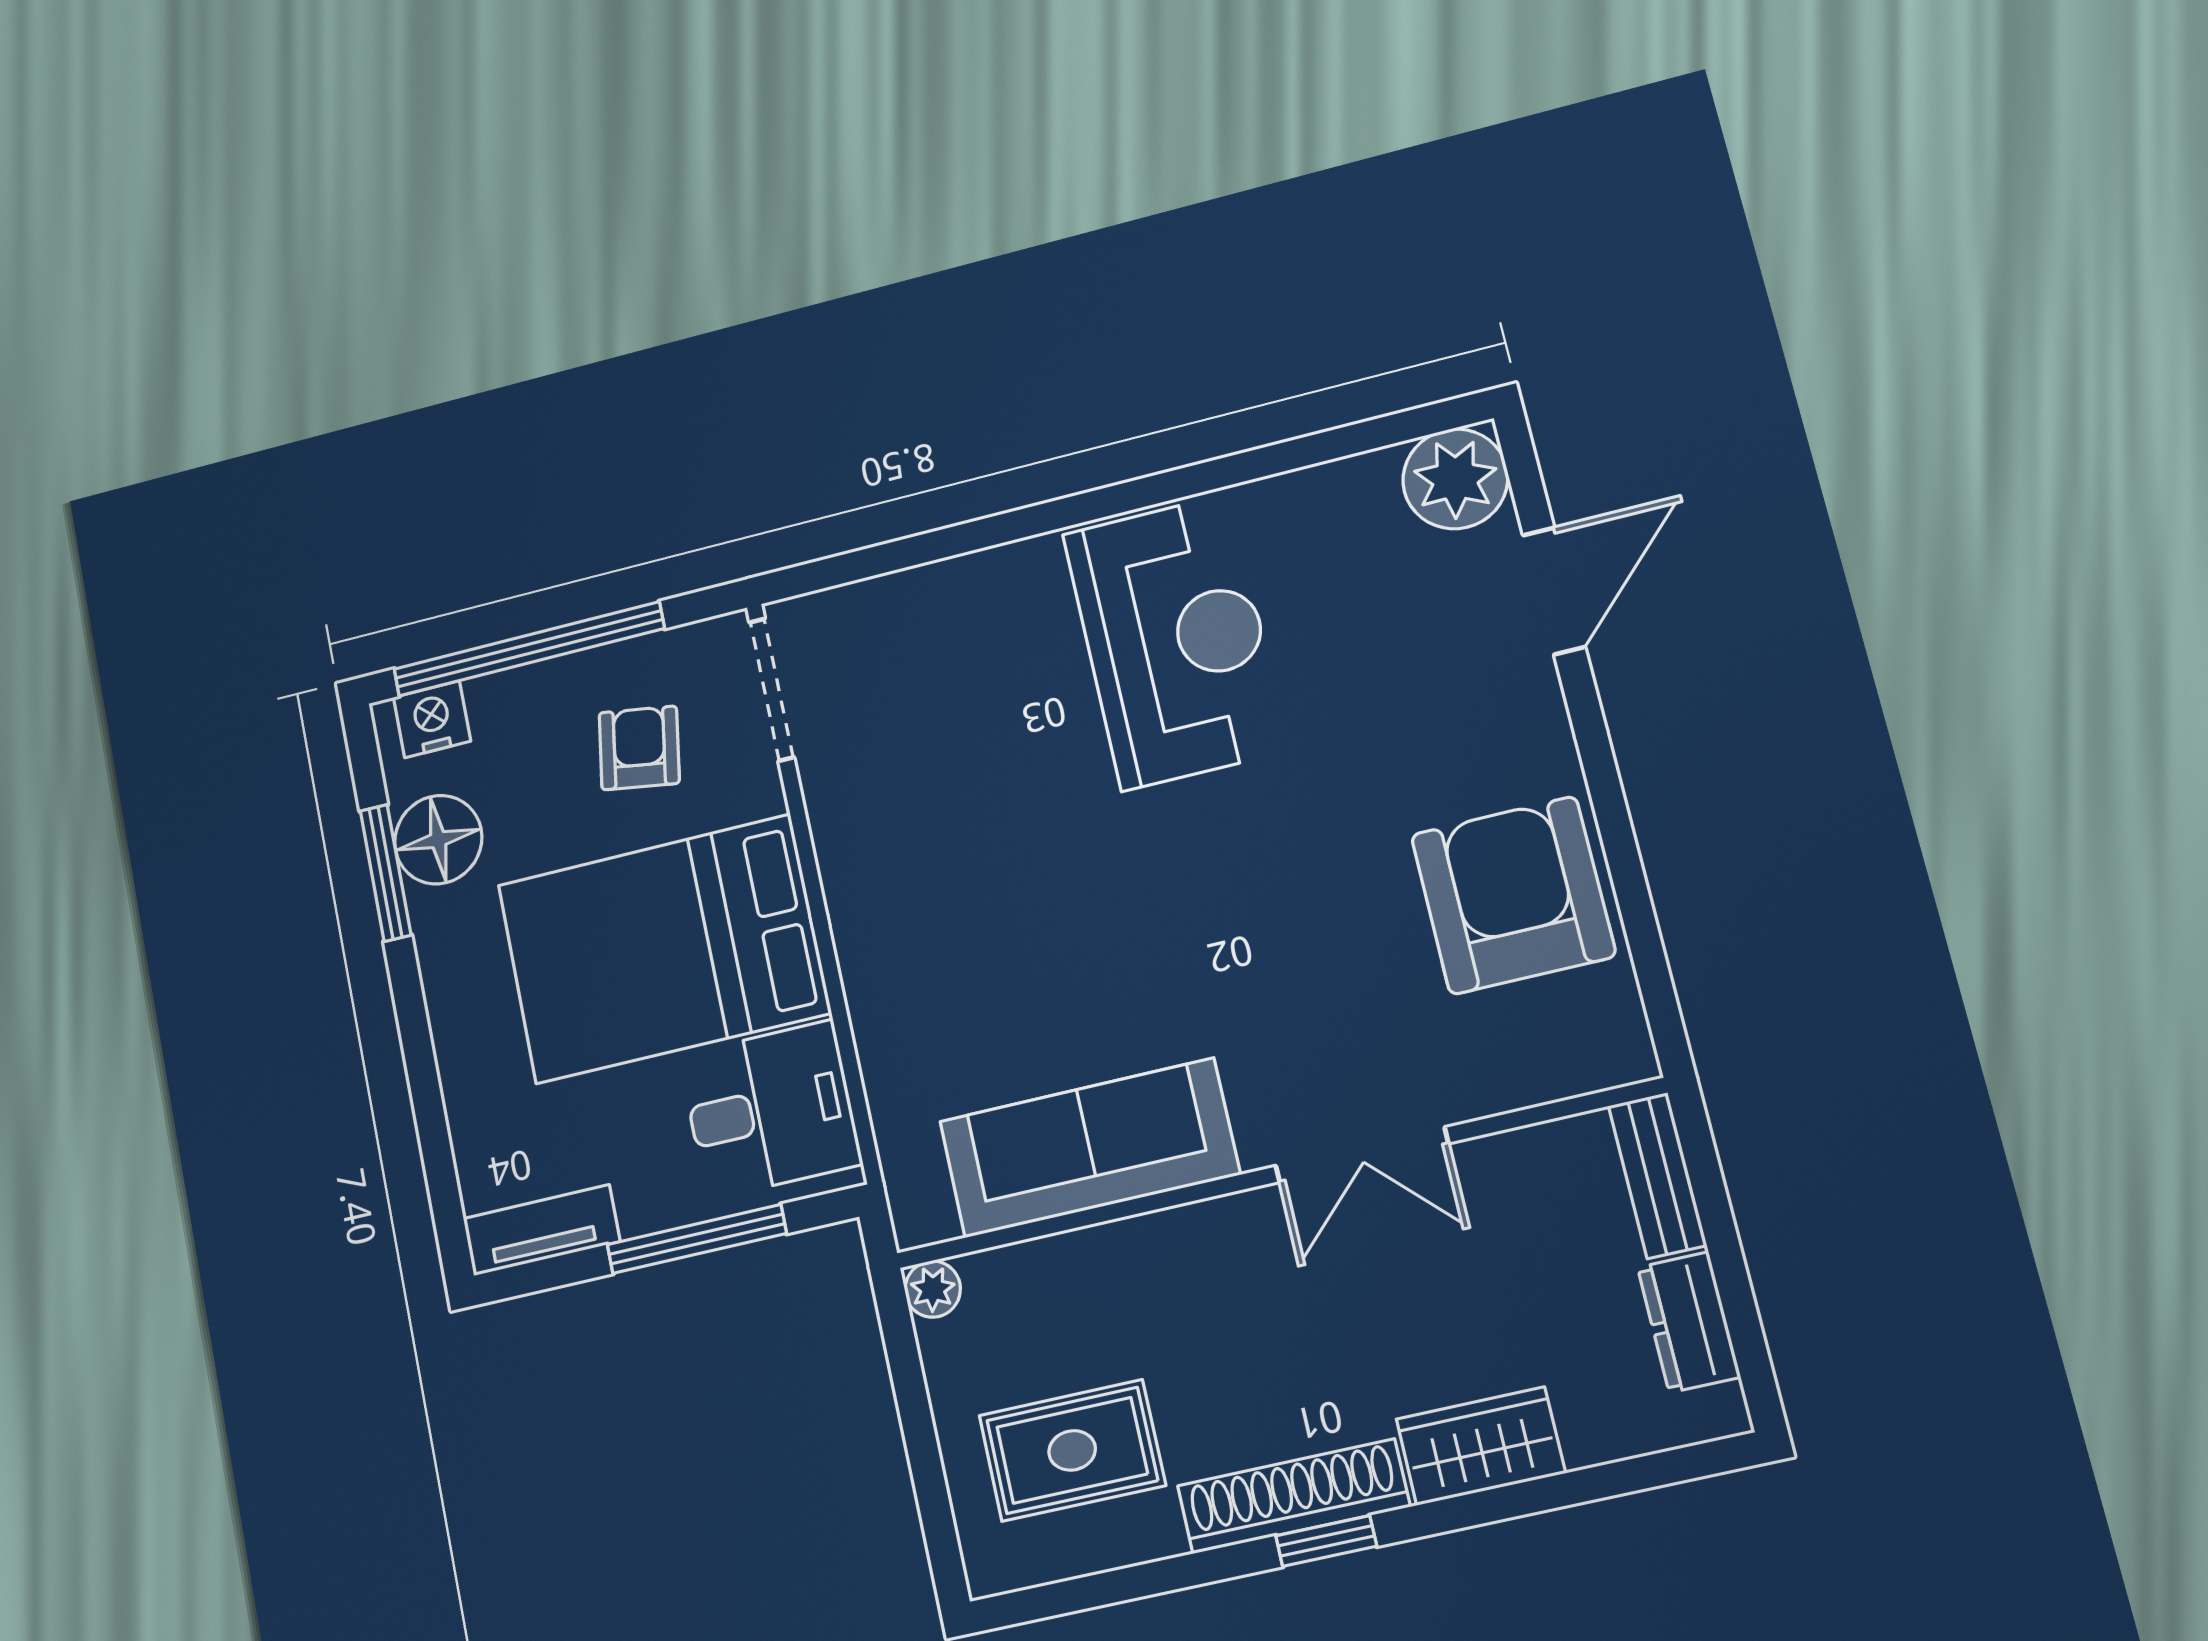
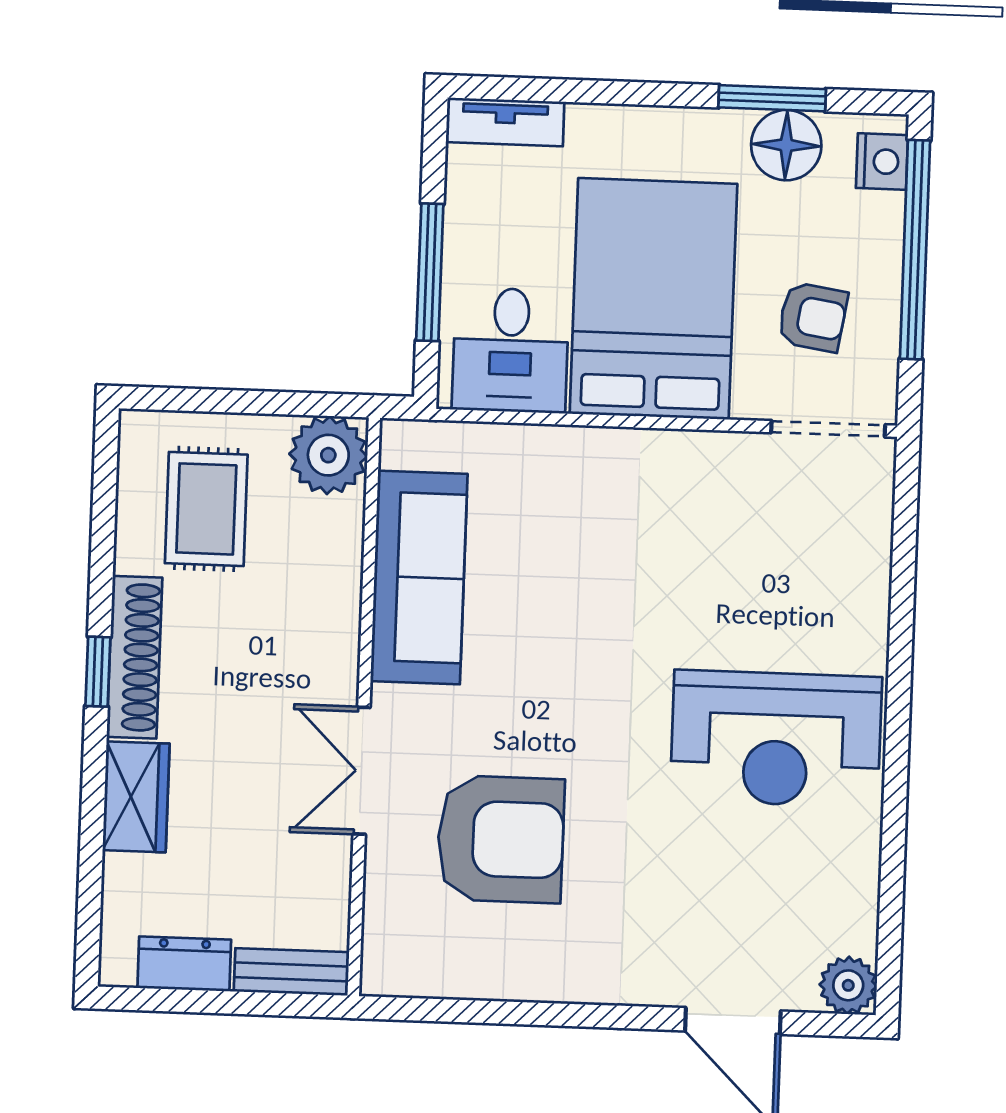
plant: (1455, 479) -> (848, 985), width x0.73, depth x0.73
armchair: (1513, 895) -> (501, 839), moved
tv unit: (542, 1230) -> (505, 122), moved, turned 90
plant: (933, 1289) -> (328, 455), width x1.88, depth x1.88

